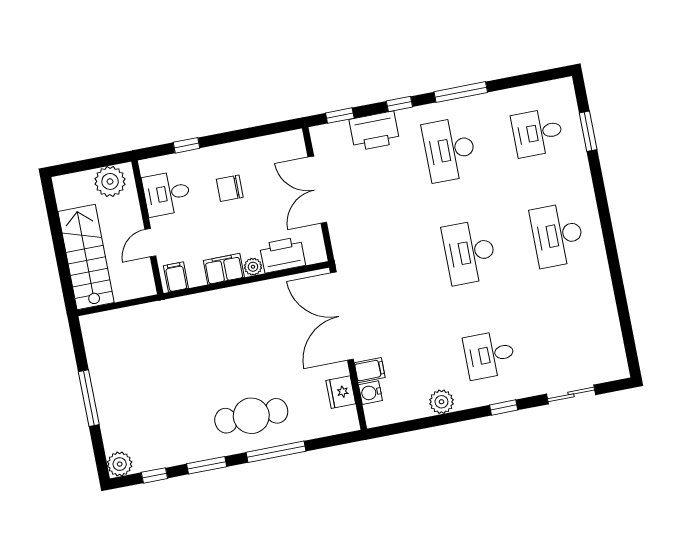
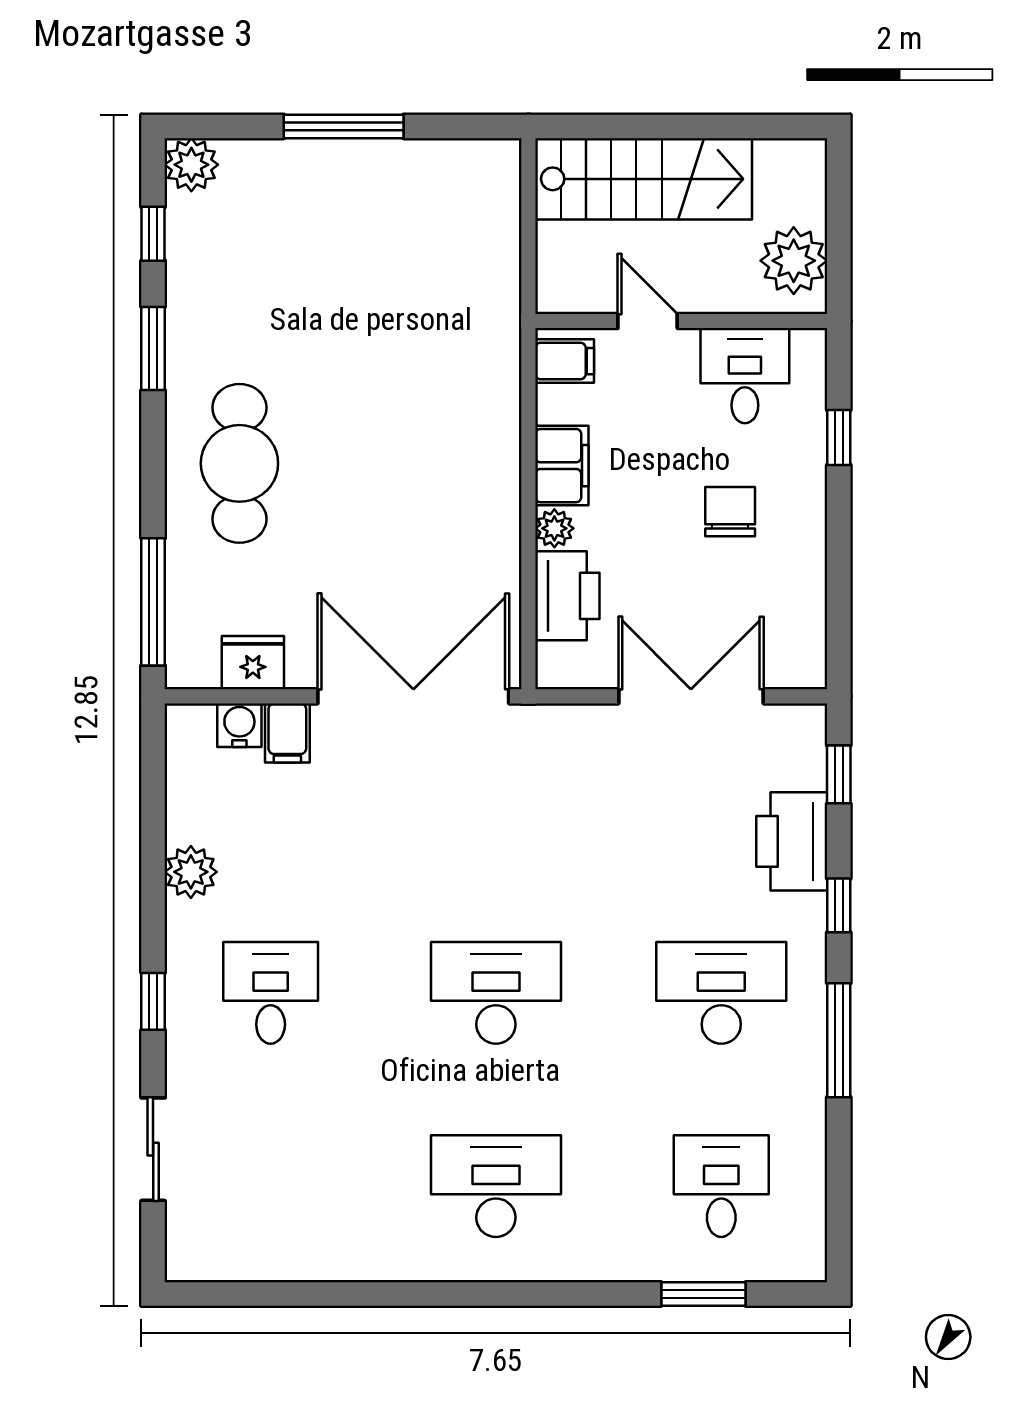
window: (276, 452) -> (153, 602), moved

